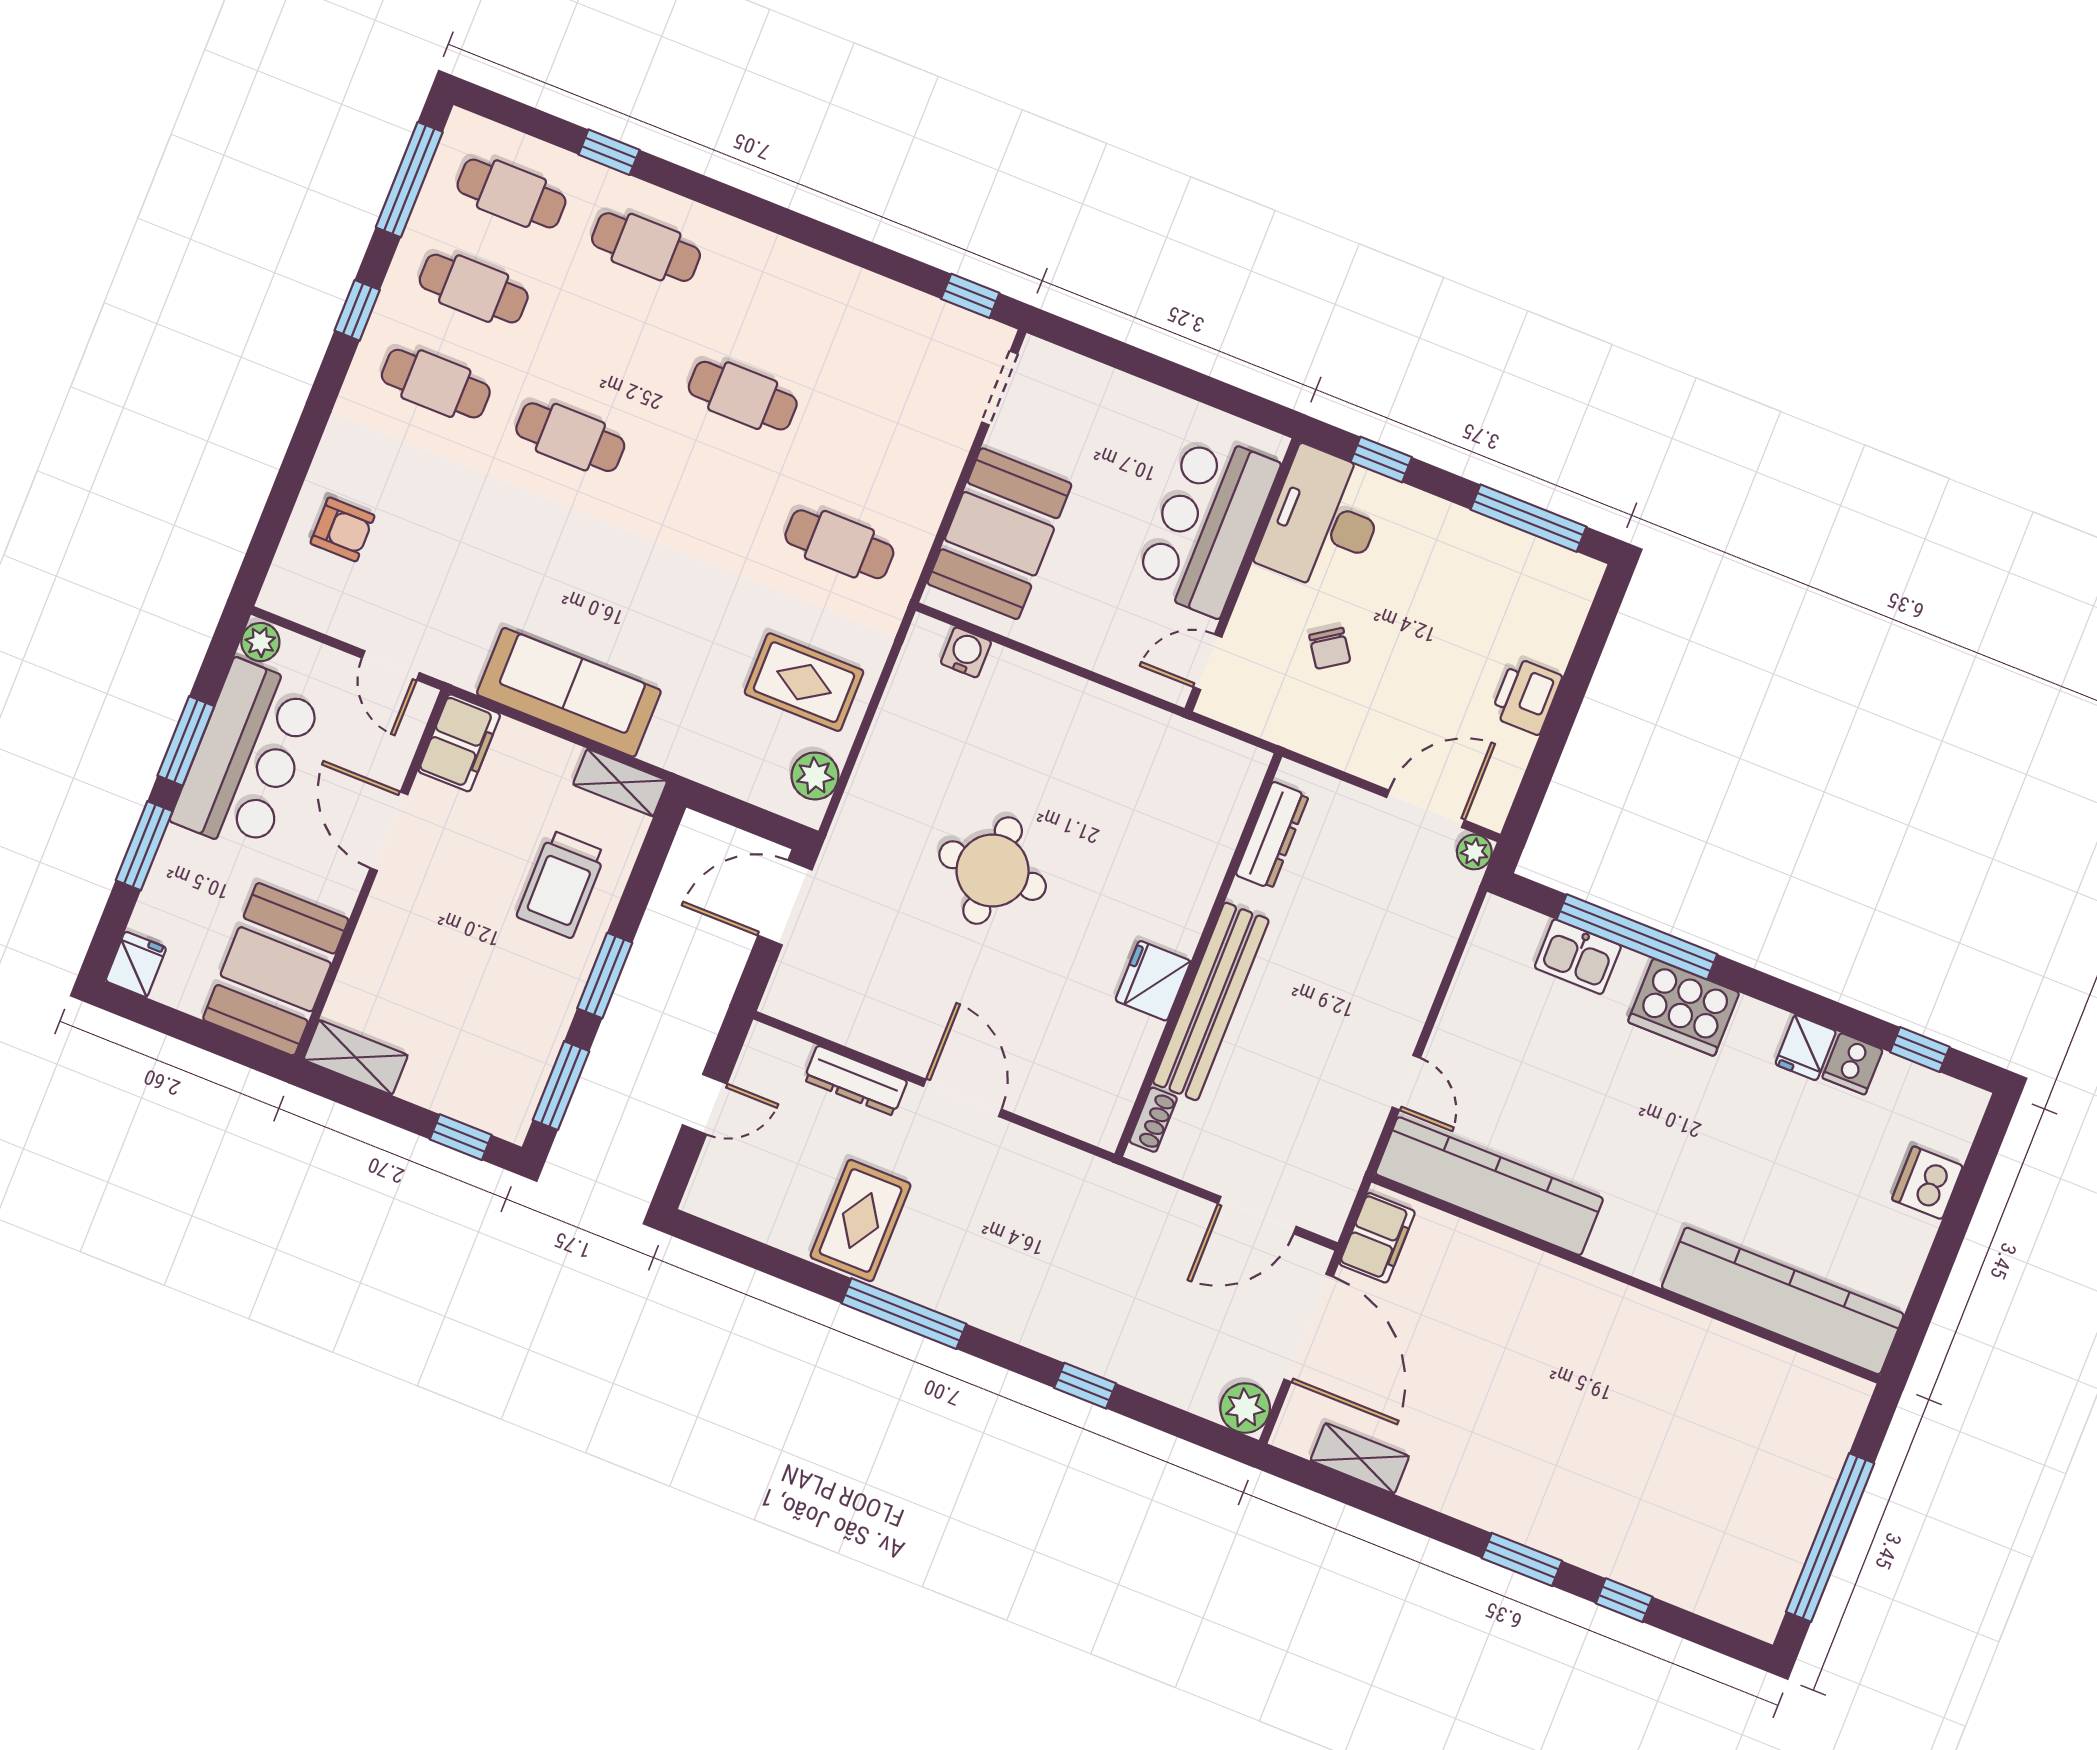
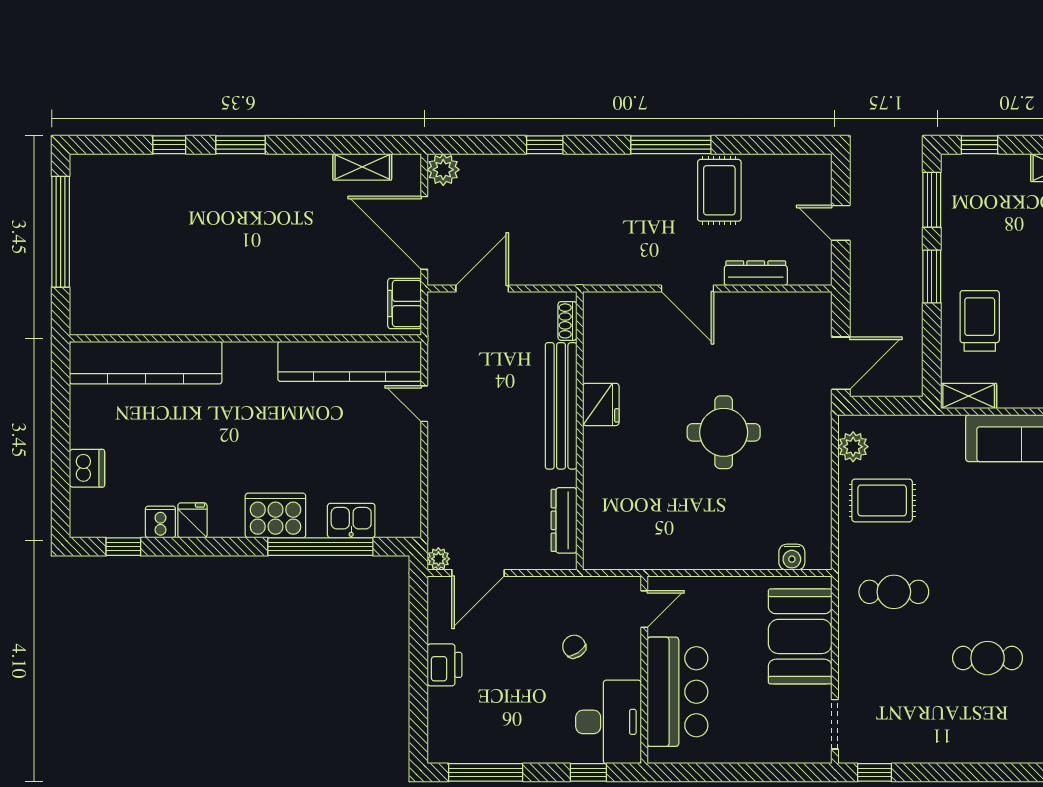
door: (705, 1104) -> (841, 223), hinge flipped

